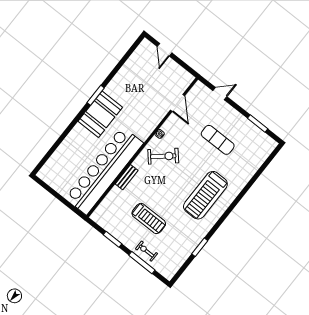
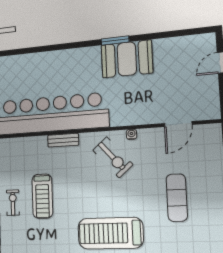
booth: (100, 114) -> (127, 59), moved
exercise bike: (146, 251) -> (13, 203), moved

